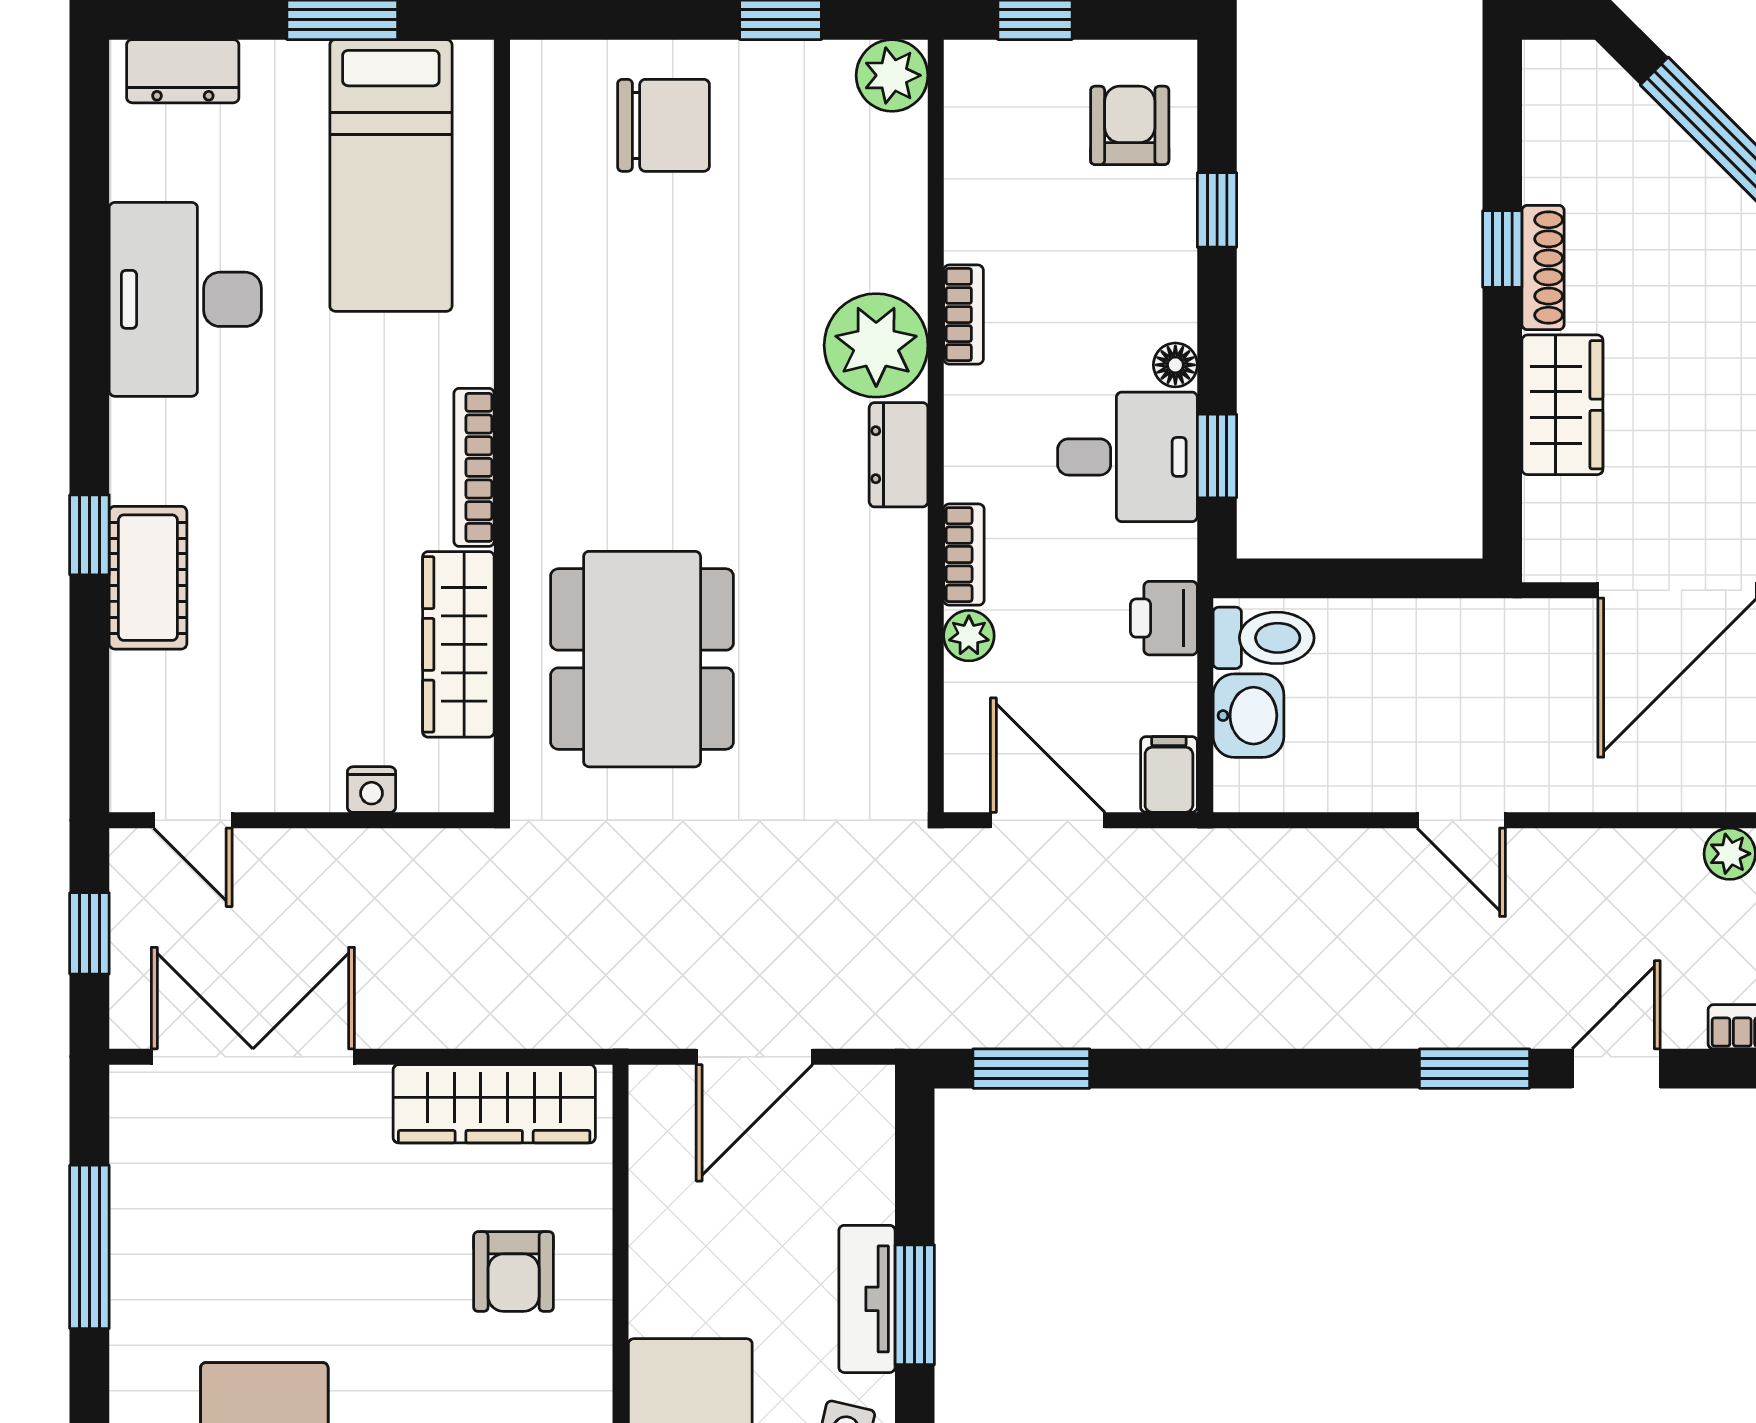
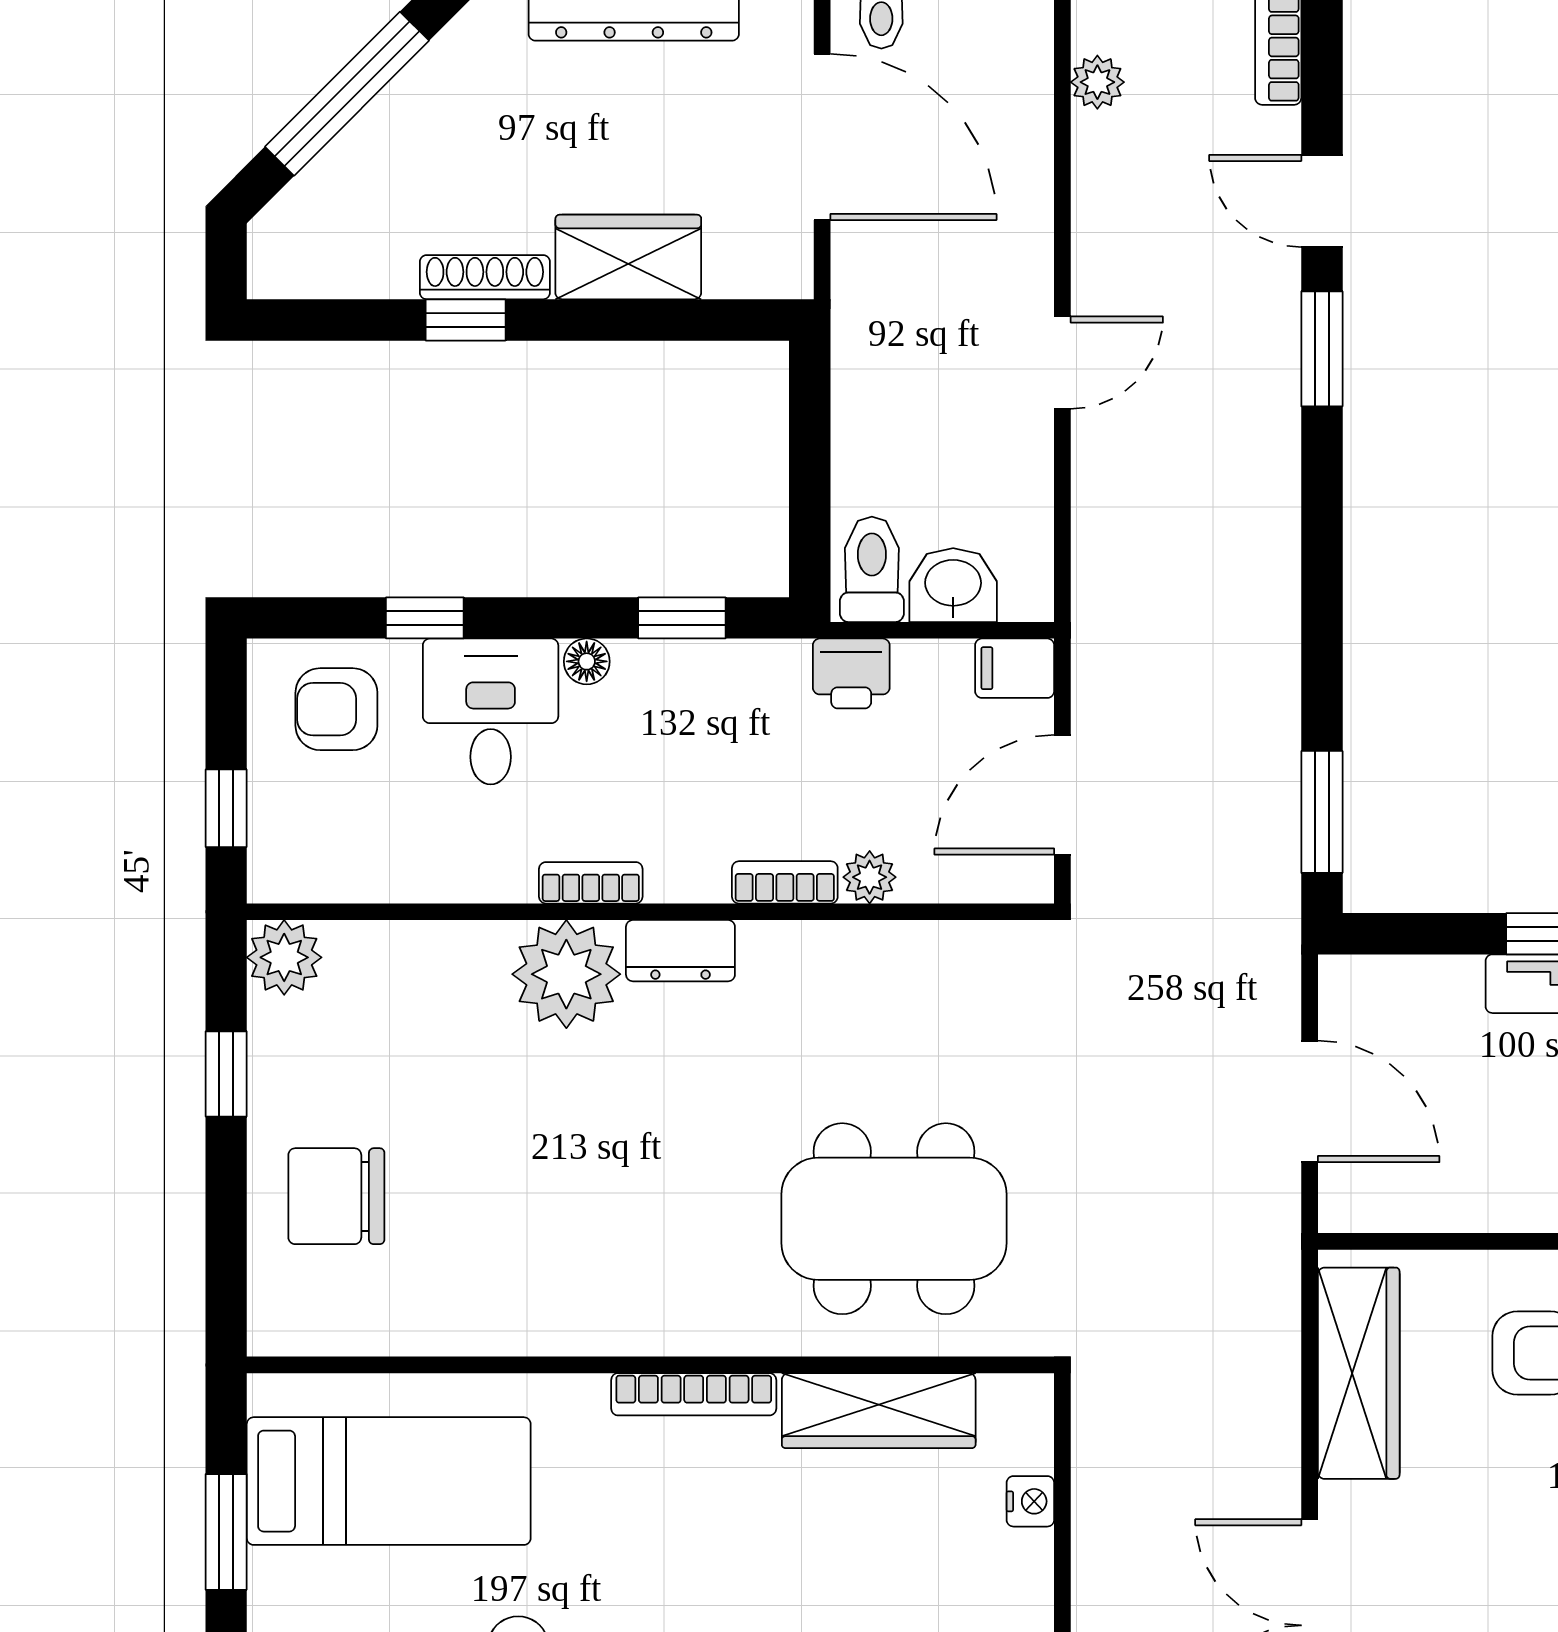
chair: (664, 125) -> (336, 1196), turned -90
bookcase: (964, 315) -> (591, 883), moved
desk: (1127, 457) -> (491, 711), moved

